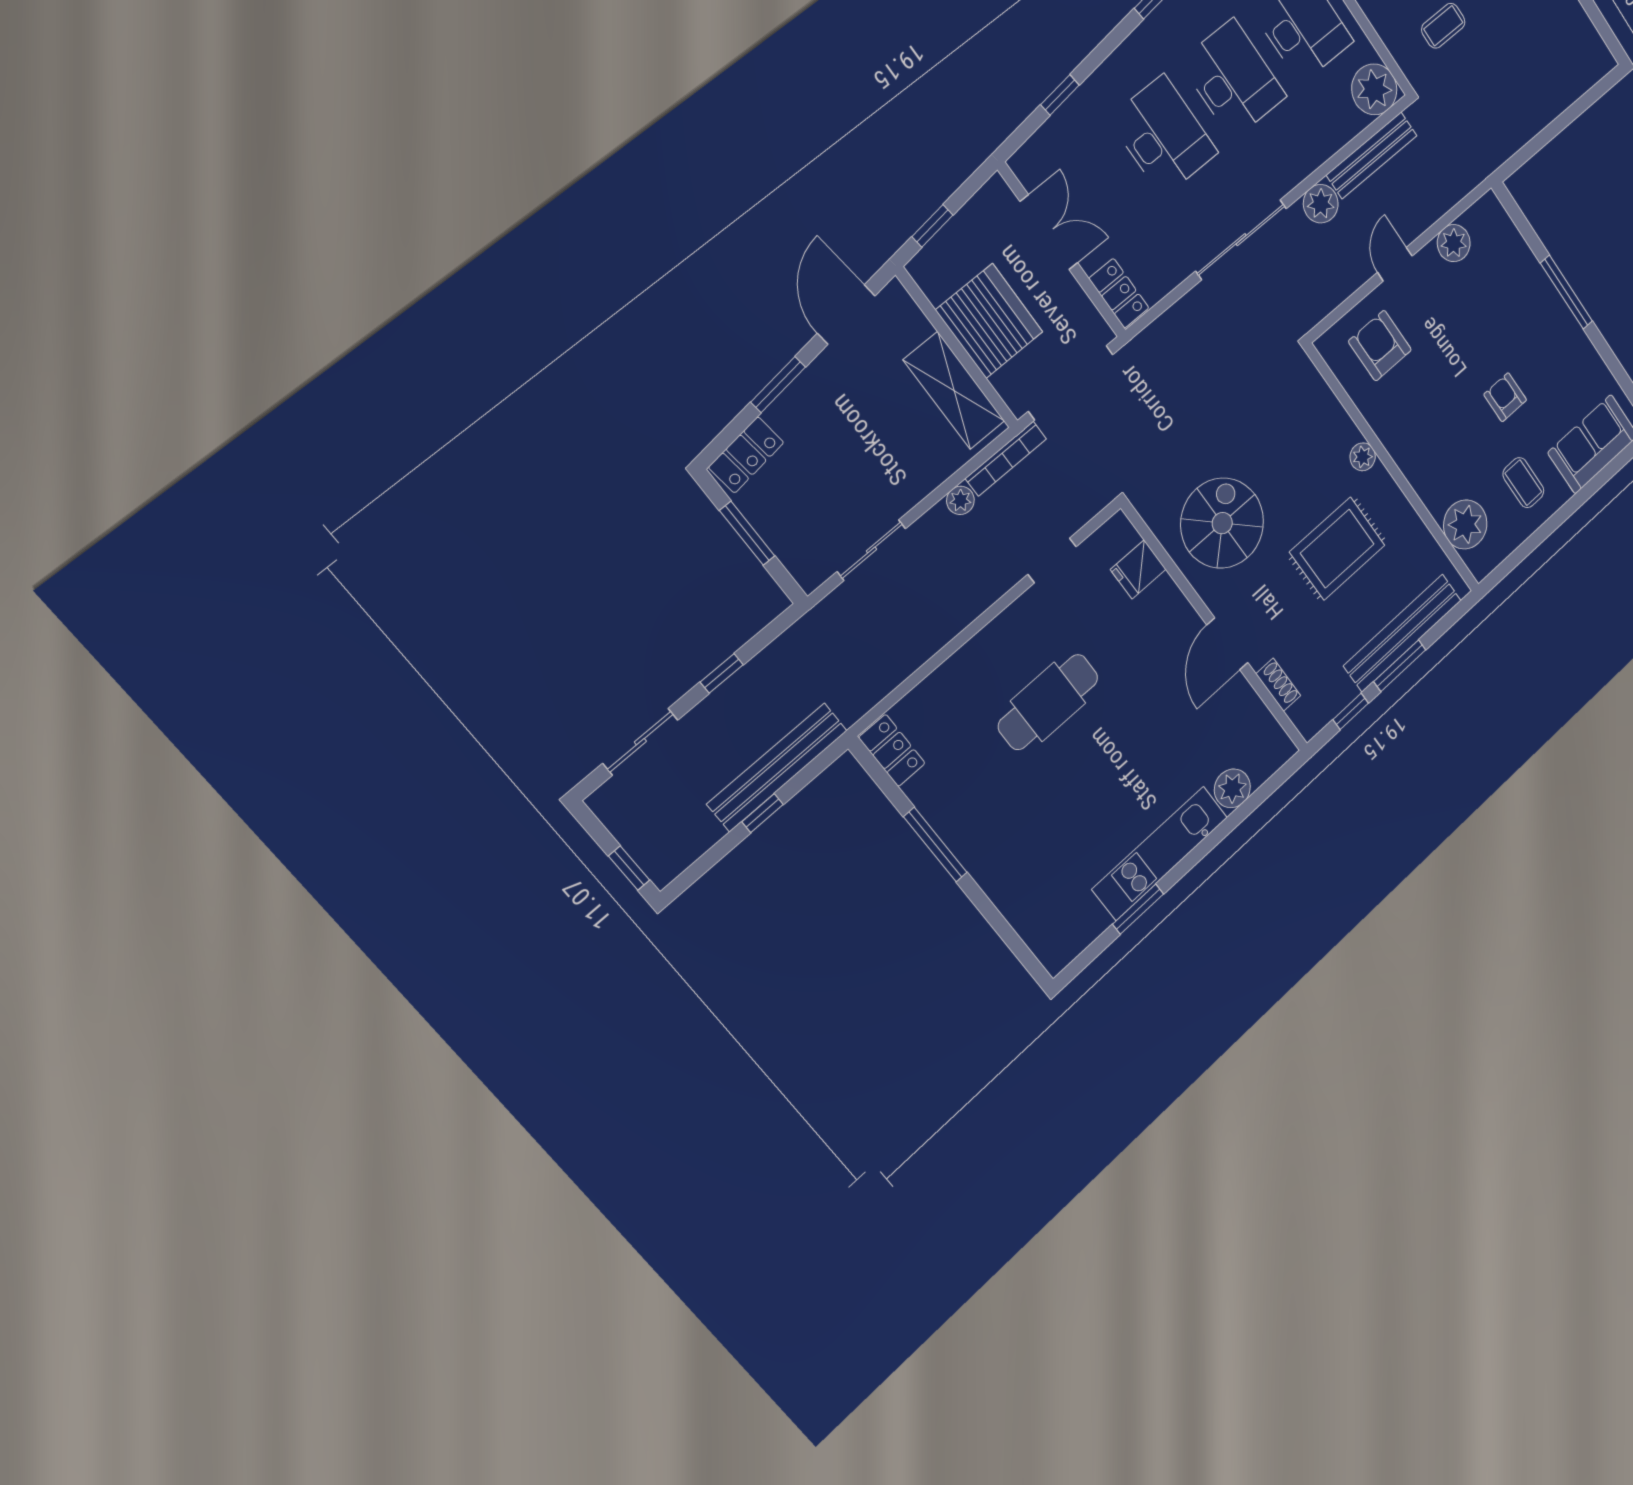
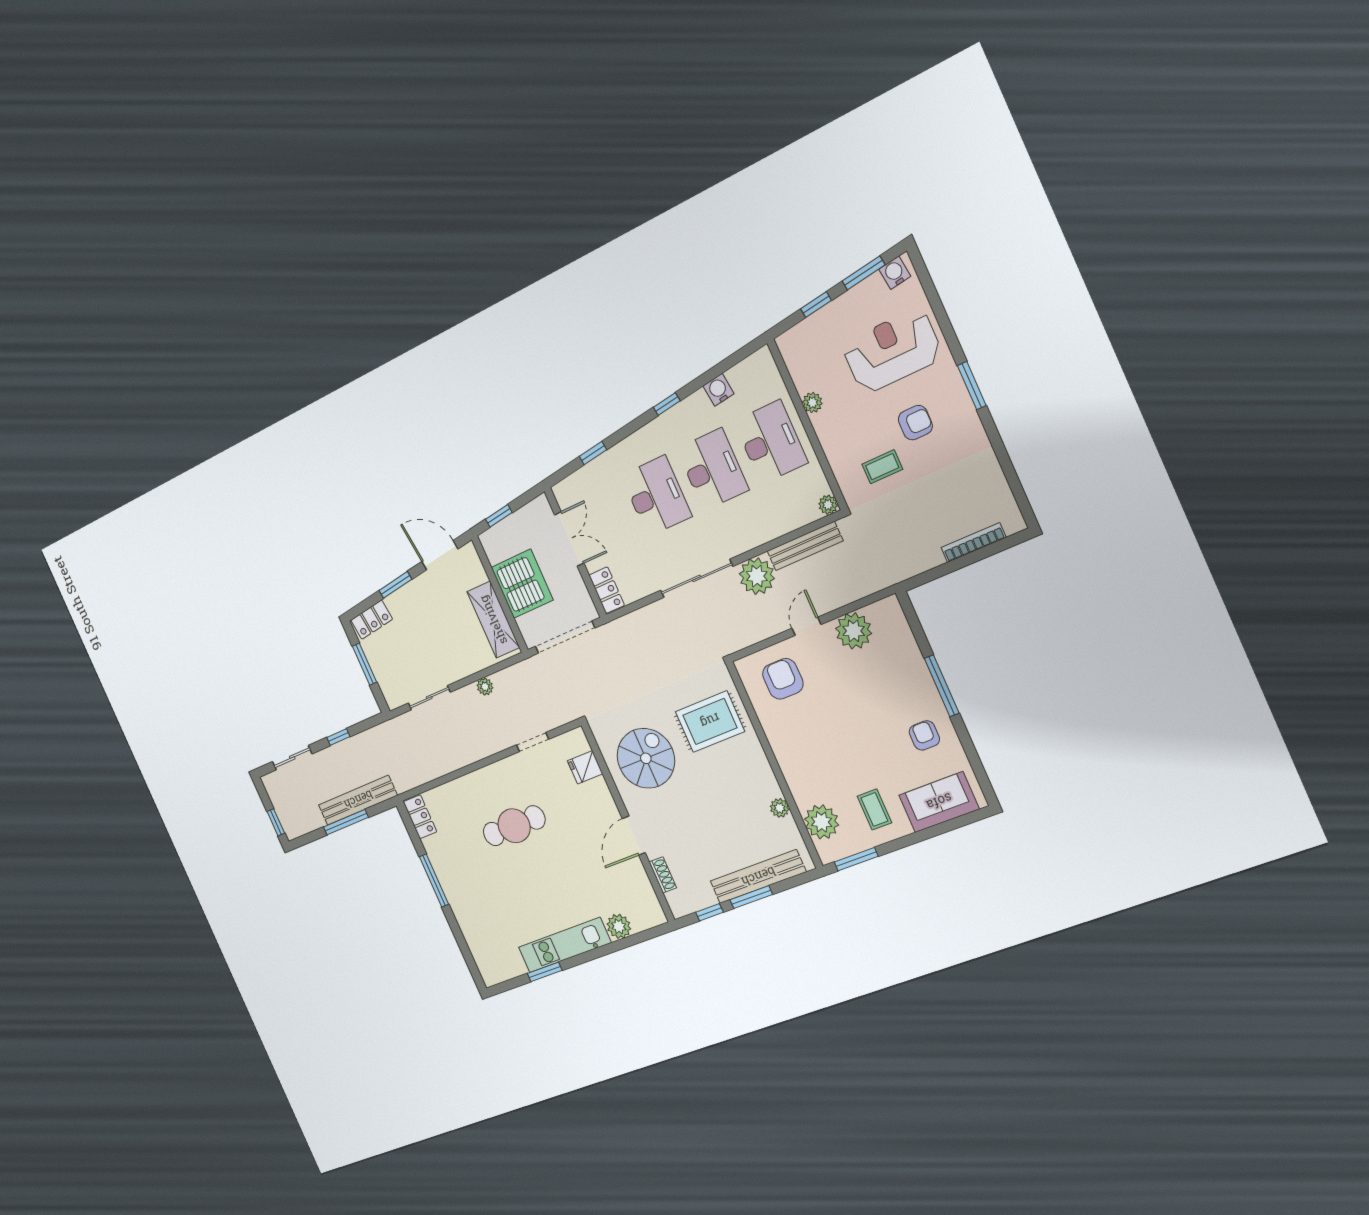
plant: (1374, 89) -> (828, 505), width x0.53, depth x0.53
plant: (1321, 204) -> (757, 576), width x1.36, depth x1.36
plant: (1454, 243) -> (854, 631), width x1.36, depth x1.36
door: (846, 314) -> (440, 555), hinge flipped
armchair: (1505, 397) -> (924, 735), moved
plant: (1363, 457) -> (780, 808), moved
bookcase: (1006, 459) -> (973, 543), moved, turned 180
rug: (1337, 549) -> (710, 721), moved
window: (1516, 558) -> (856, 859), added
window: (763, 813) -> (346, 822), width x2.17

